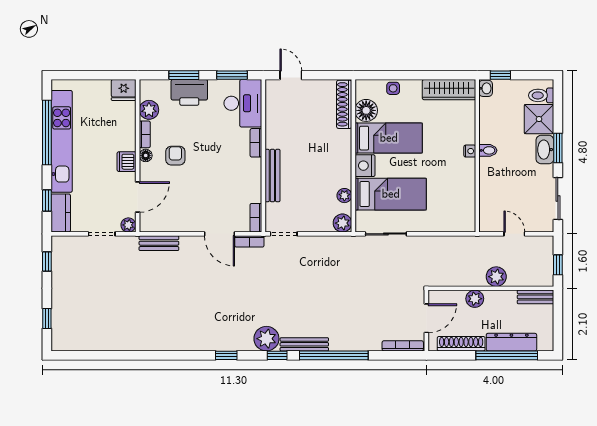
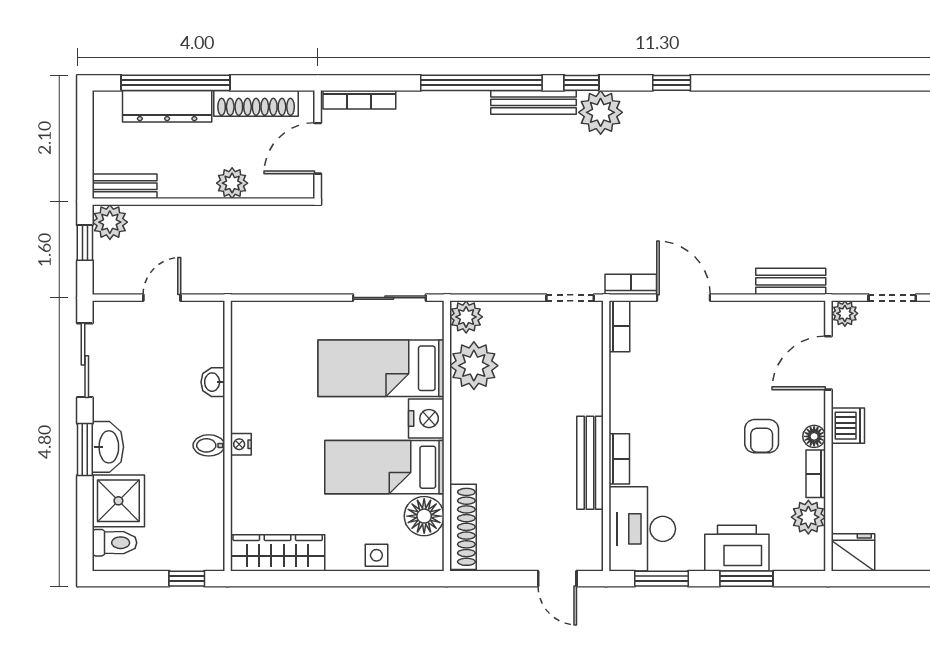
washbasin: (486, 88) -> (213, 382), moved
bench: (272, 176) -> (590, 463), moved
plant: (344, 196) -> (474, 366), width x1.88, depth x1.88
door: (514, 234) -> (162, 298), swing flipped
plant: (496, 277) -> (110, 222), moved

